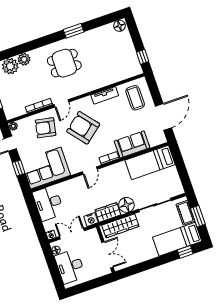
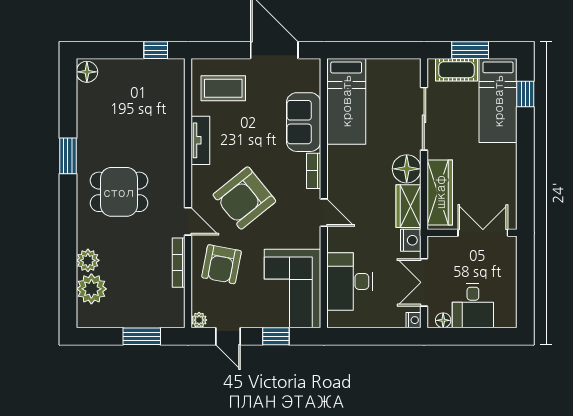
dining table: (64, 63) -> (119, 192), turned 90
desk: (48, 203) -> (350, 281), moved, turned 90
desk: (70, 266) -> (473, 306), width x0.73

